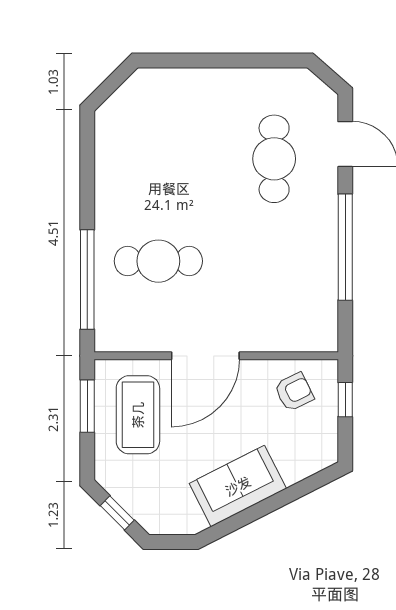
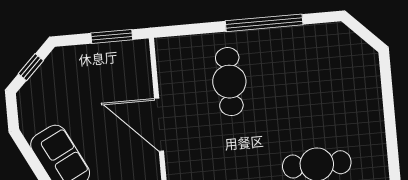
window: (87, 280) -> (264, 23), moved
coffee table: (138, 415) -> (109, 76), removed

